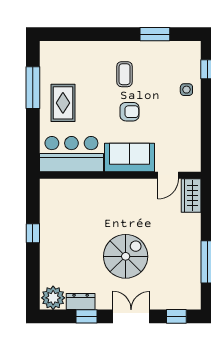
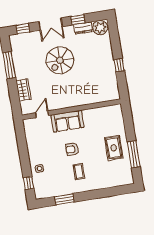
bar counter: (71, 154) -> (103, 117), removed
wardrobe: (191, 195) -> (24, 90), moved

